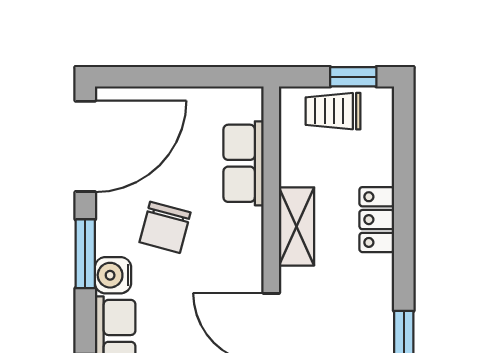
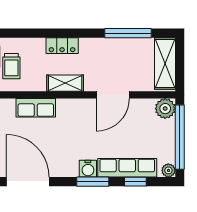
chair: (165, 227) -> (66, 144), removed
window: (85, 254) -> (93, 182), moved

